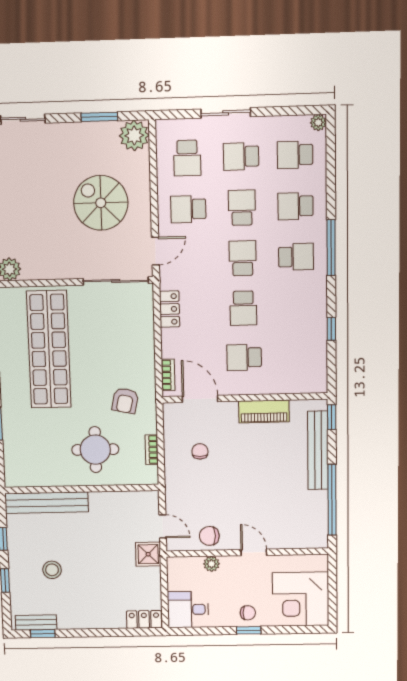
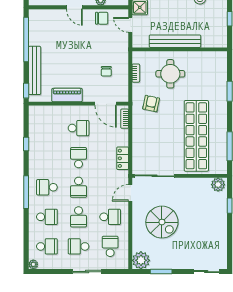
school desk: (241, 156) -> (79, 246), turned 180
bench: (47, 503) -> (175, 41), moved

